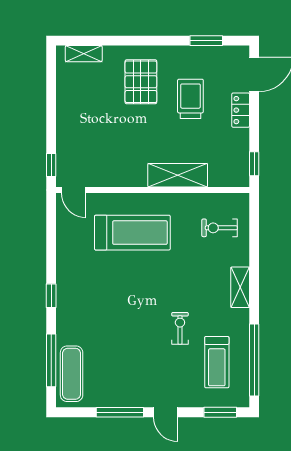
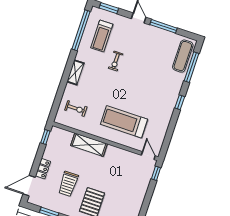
treadmill: (217, 362) -> (102, 36), turned 180

